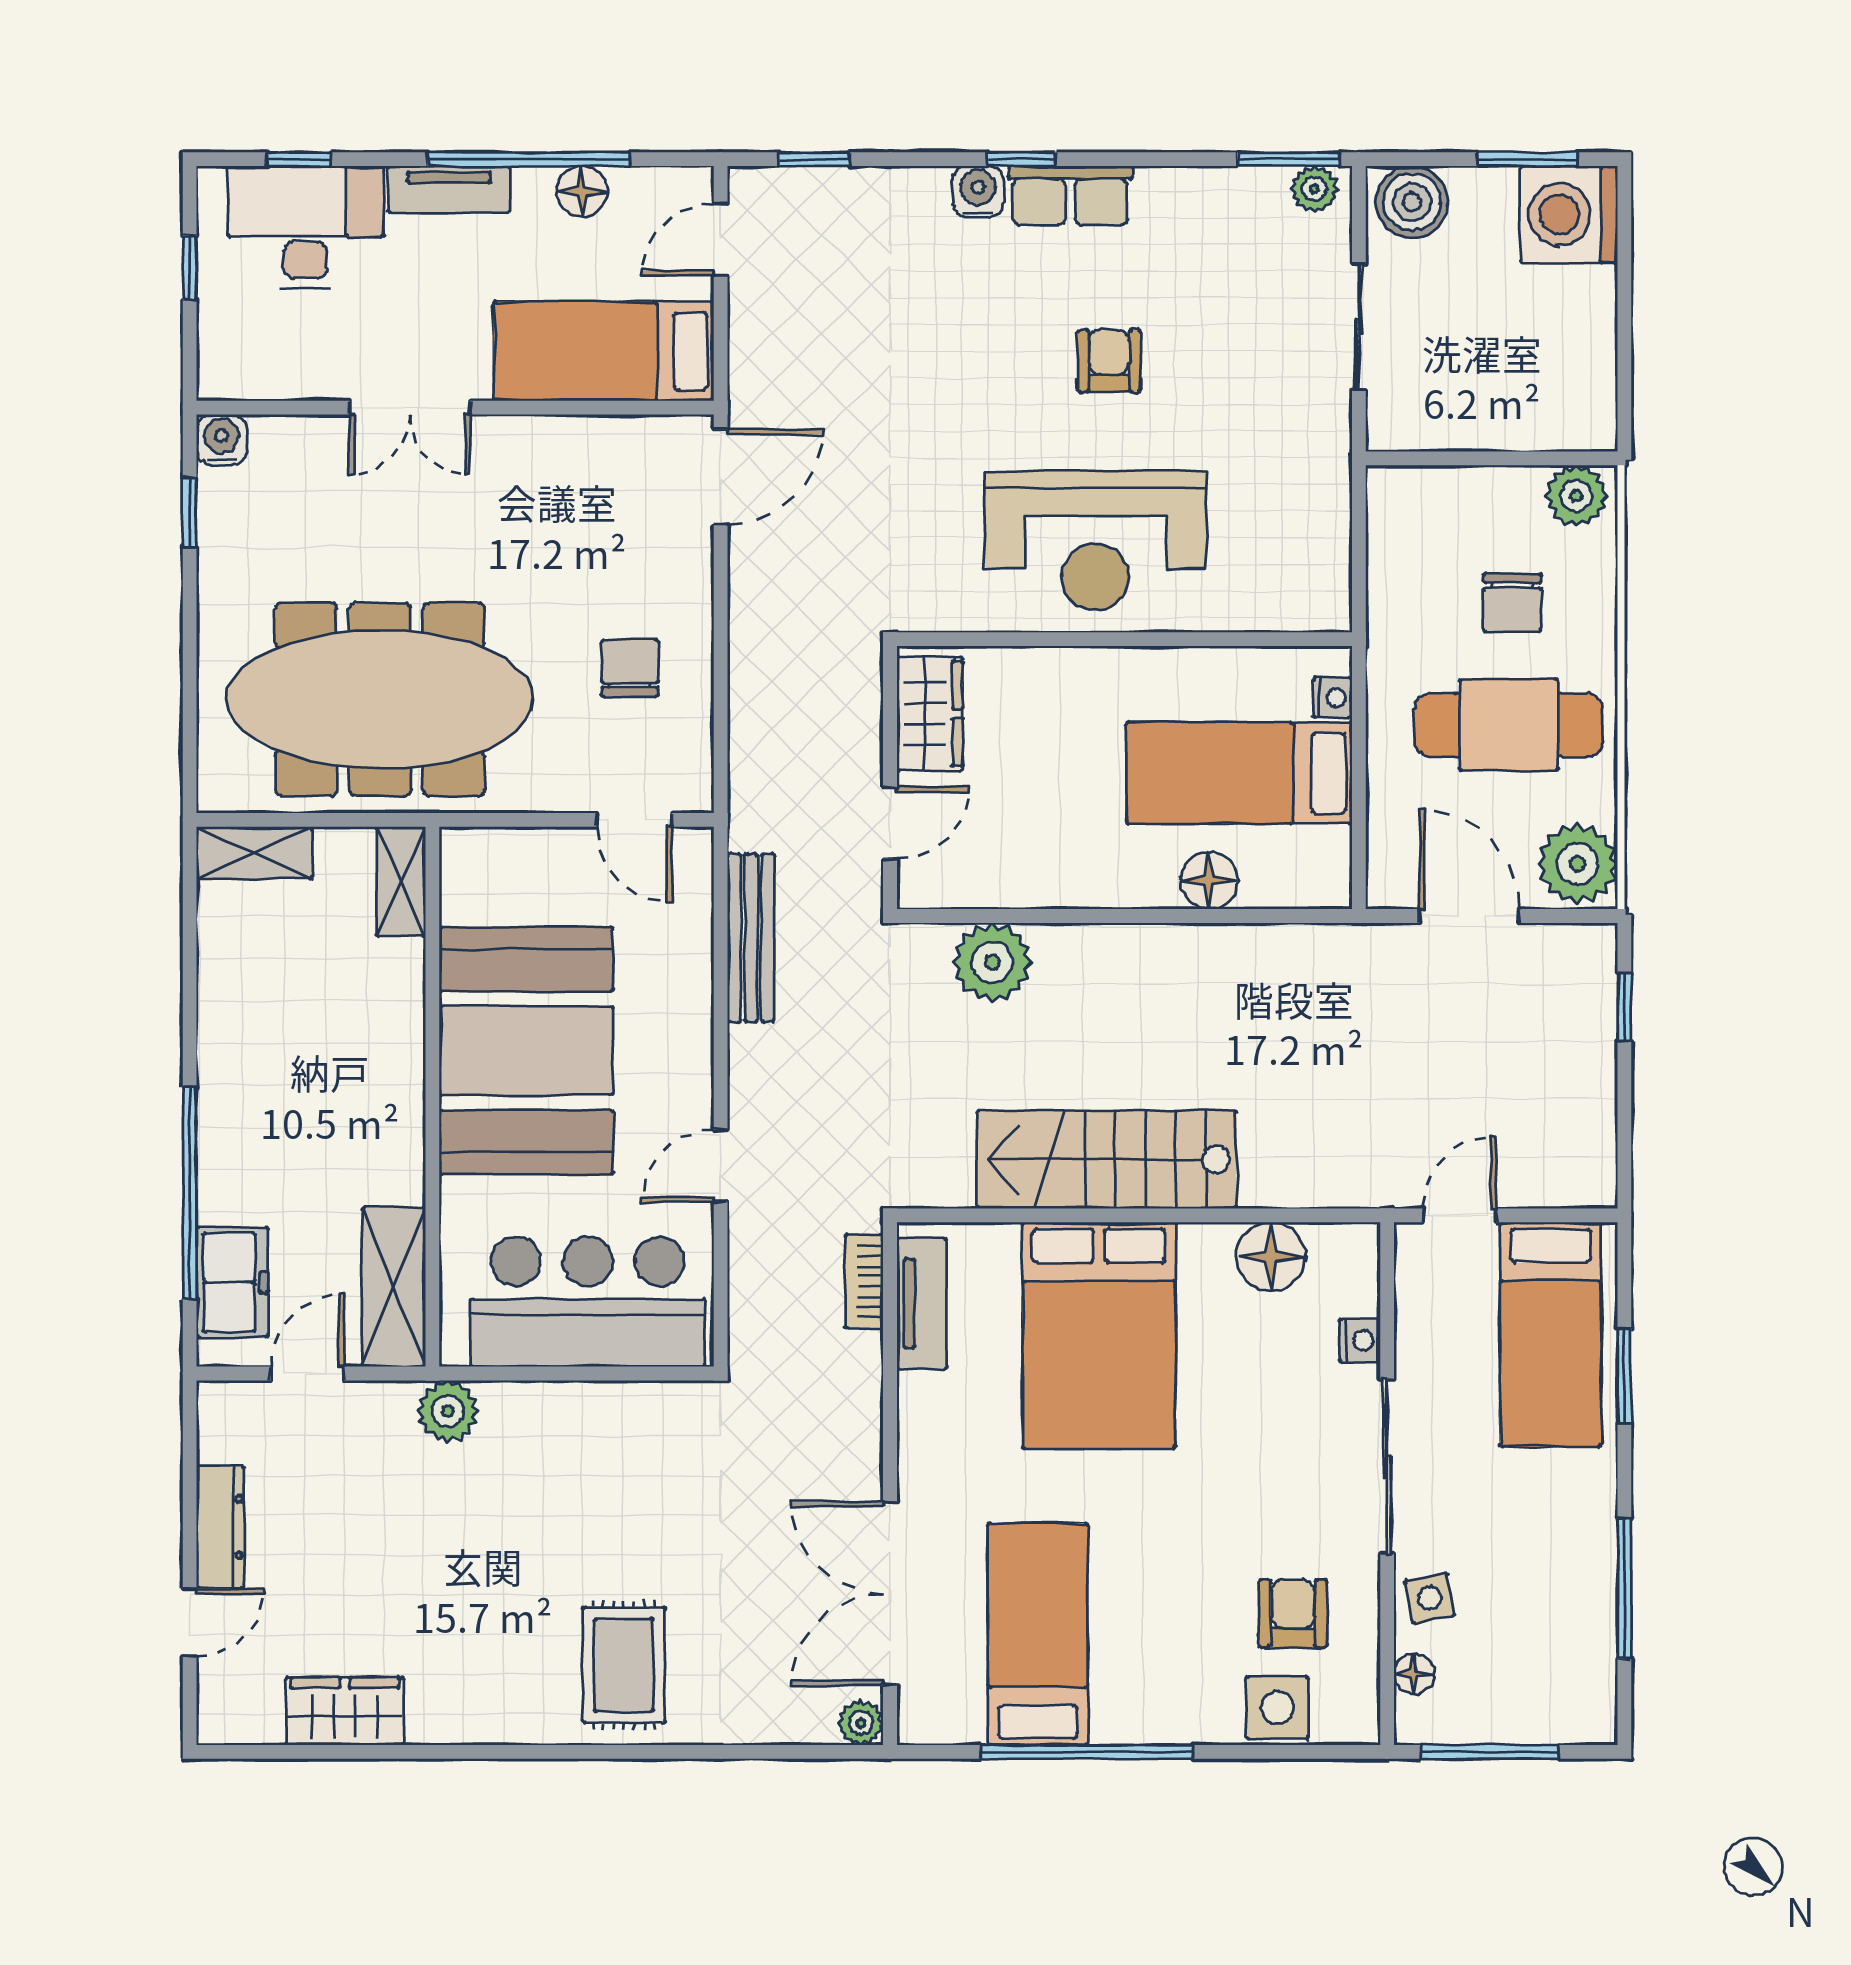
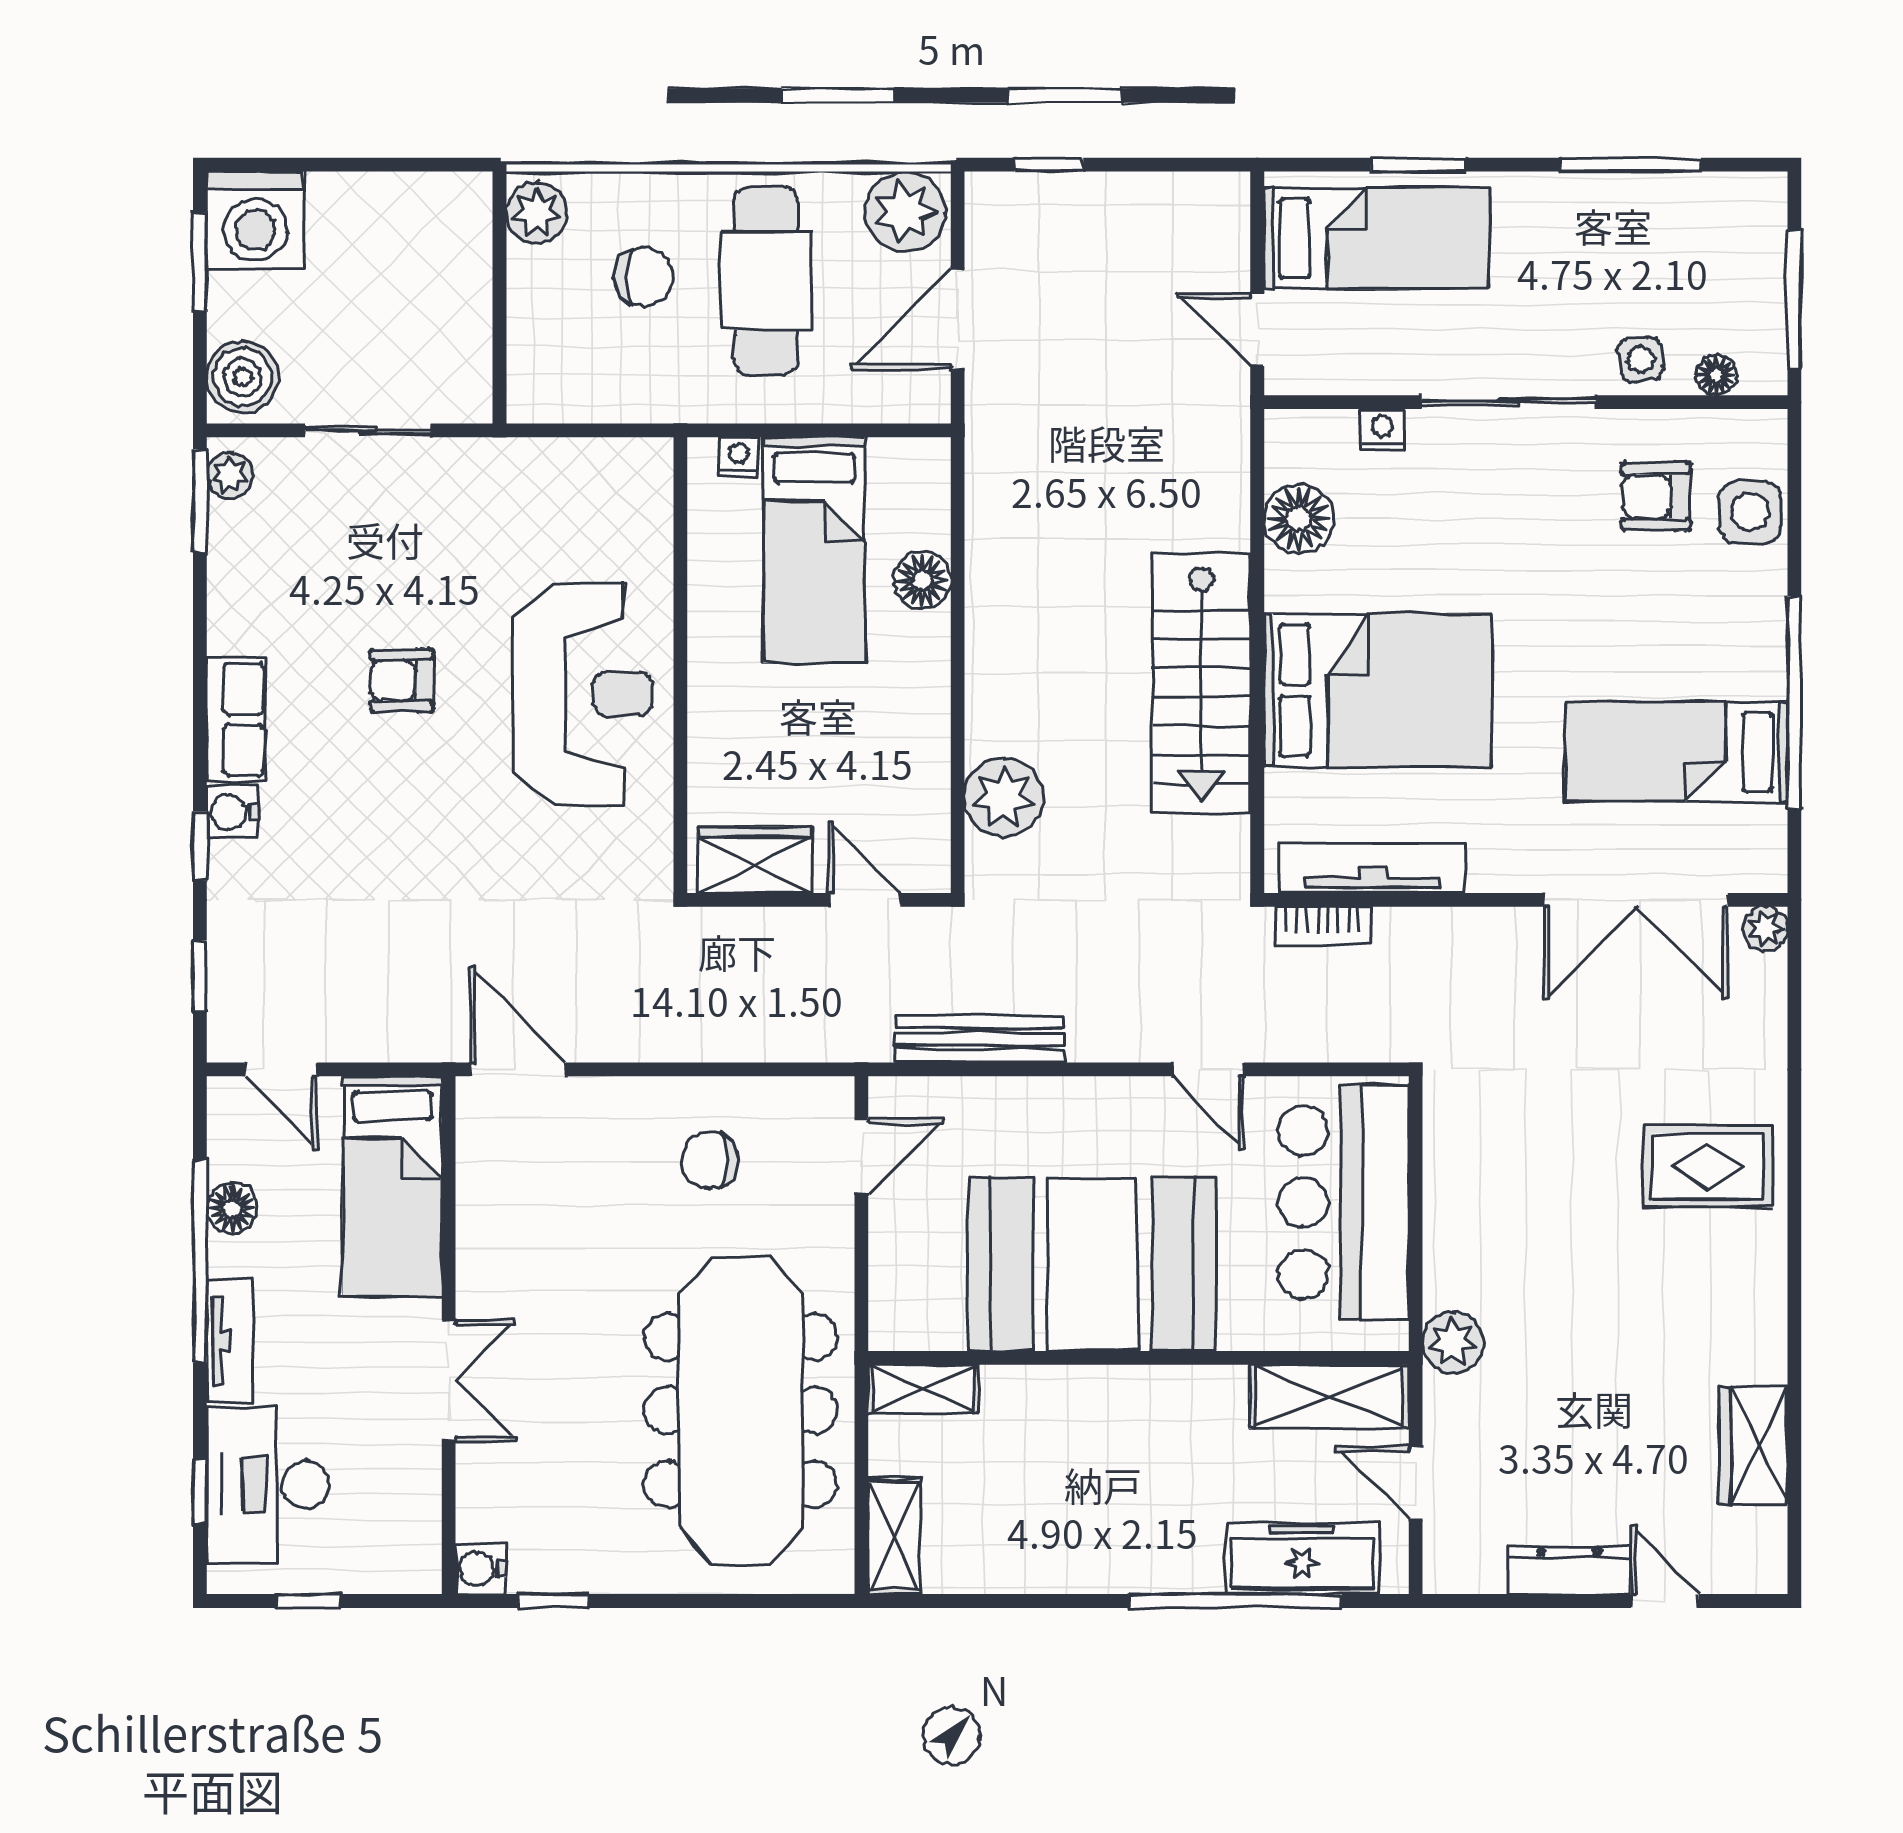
window: (1022, 159) -> (200, 846), moved
freezer: (232, 1282) -> (1302, 1558), width x1.40
tv unit: (922, 1304) -> (1372, 868), width x1.41

